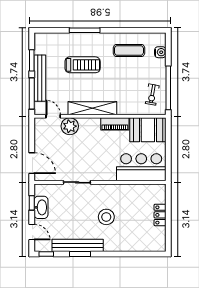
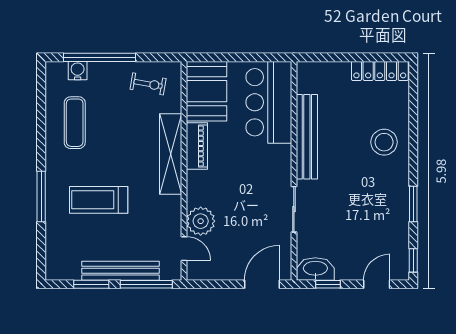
treadmill: (83, 65) -> (99, 200), turned -90
window: (168, 88) -> (100, 57), moved
shelving: (92, 108) -> (171, 154), moved
door: (53, 116) -> (184, 249), swing flipped
washbasin: (41, 207) -> (315, 269), moved
locker: (160, 215) -> (380, 71), moved, width x1.53
stool: (106, 217) -> (384, 142), moved
bench: (78, 245) -> (307, 137), moved

